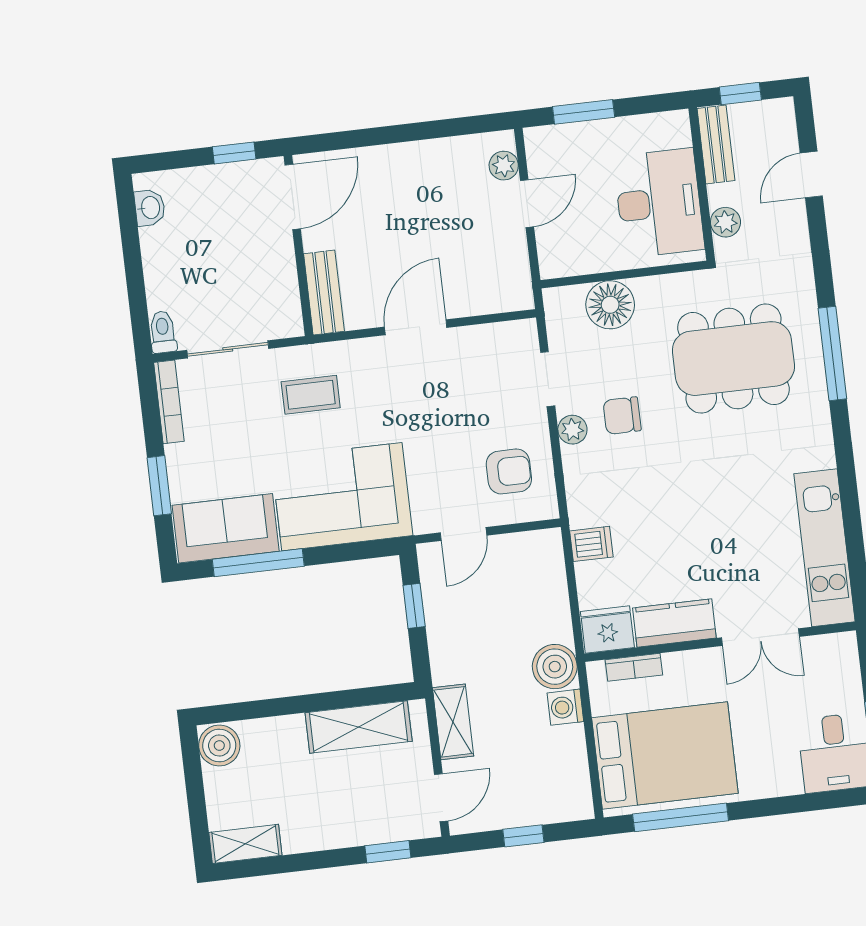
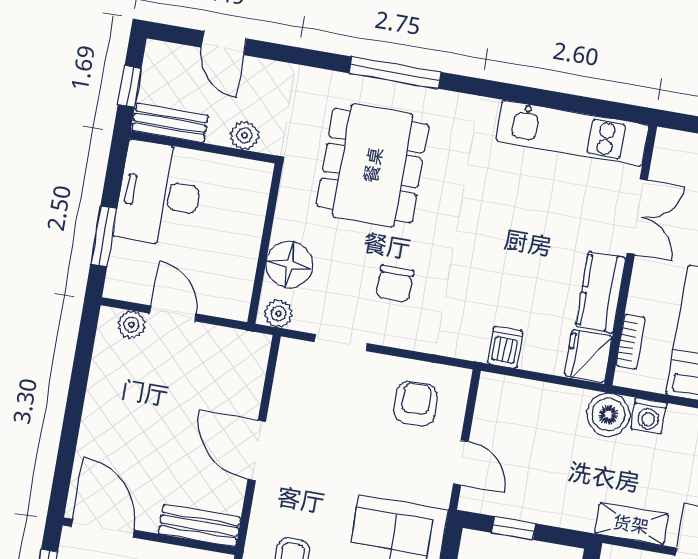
desk: (659, 203) -> (159, 194), moved, turned -90
plant: (572, 430) -> (279, 313), moved

